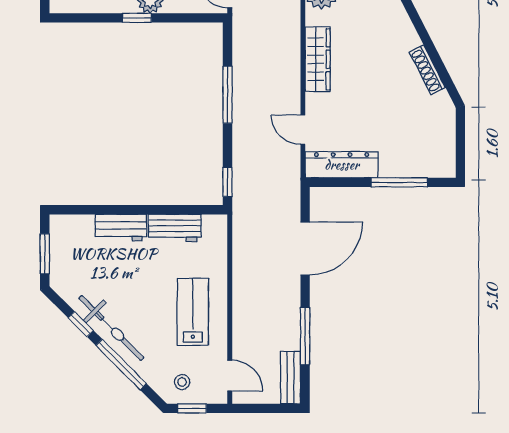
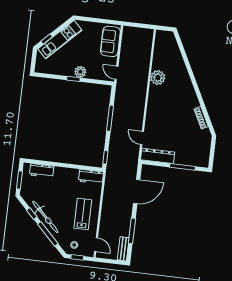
wardrobe: (318, 59) -> (152, 107), removed
workbench: (121, 228) -> (42, 171), moved
workbench: (175, 228) -> (91, 177), moved

